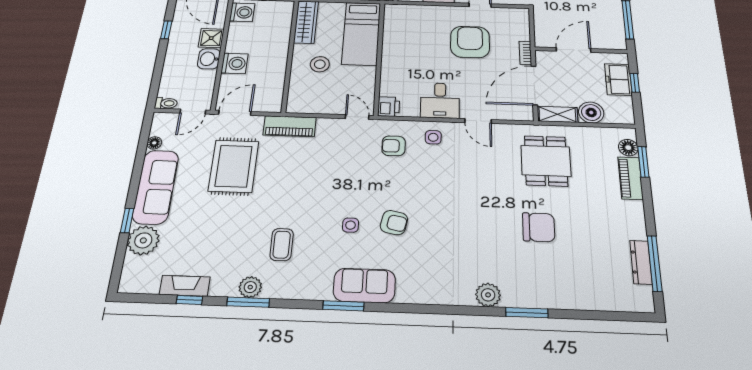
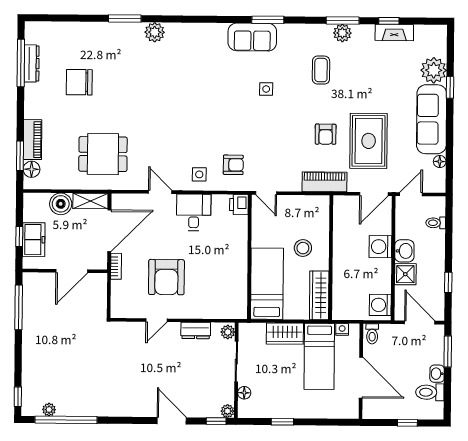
toilet: (166, 103) -> (436, 223), moved
dining table: (546, 161) -> (103, 154), turned 90
armchair: (394, 223) -> (326, 134), moved, turned -102
chair: (539, 227) -> (79, 82), moved

